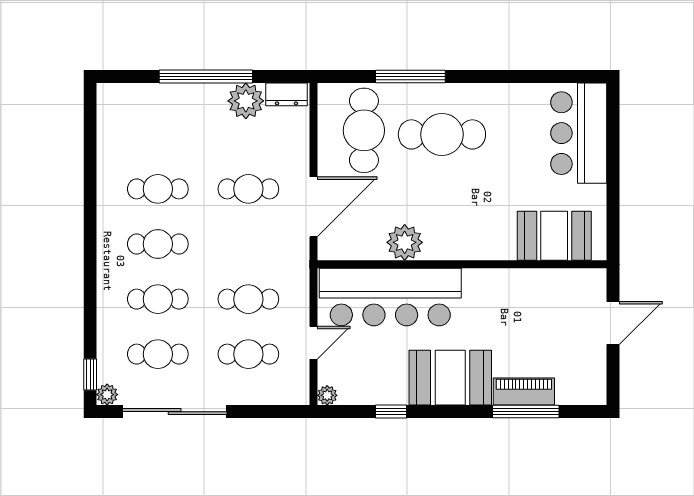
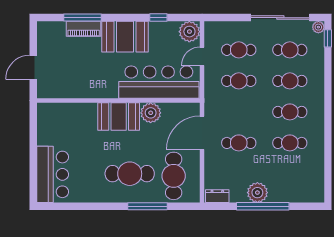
plant: (246, 101) -> (257, 193), moved
booth: (554, 236) -> (119, 117), moved
plant: (327, 395) -> (189, 32), width x1.88, depth x1.88

